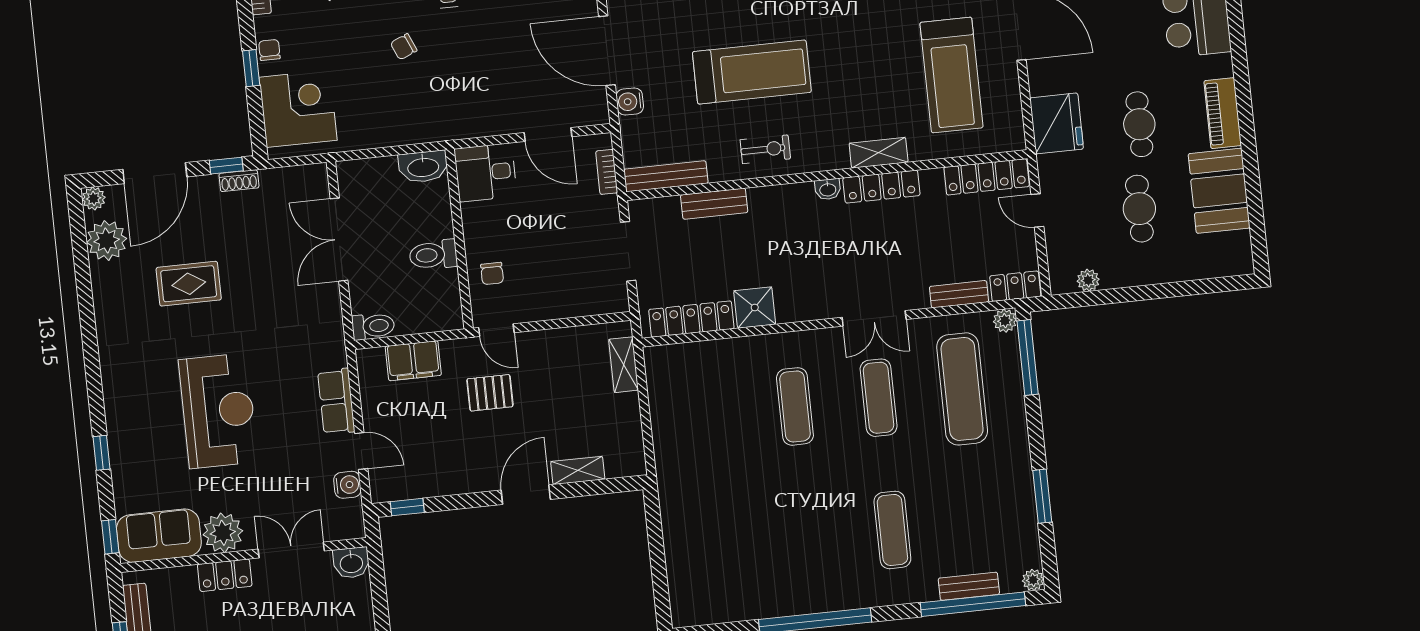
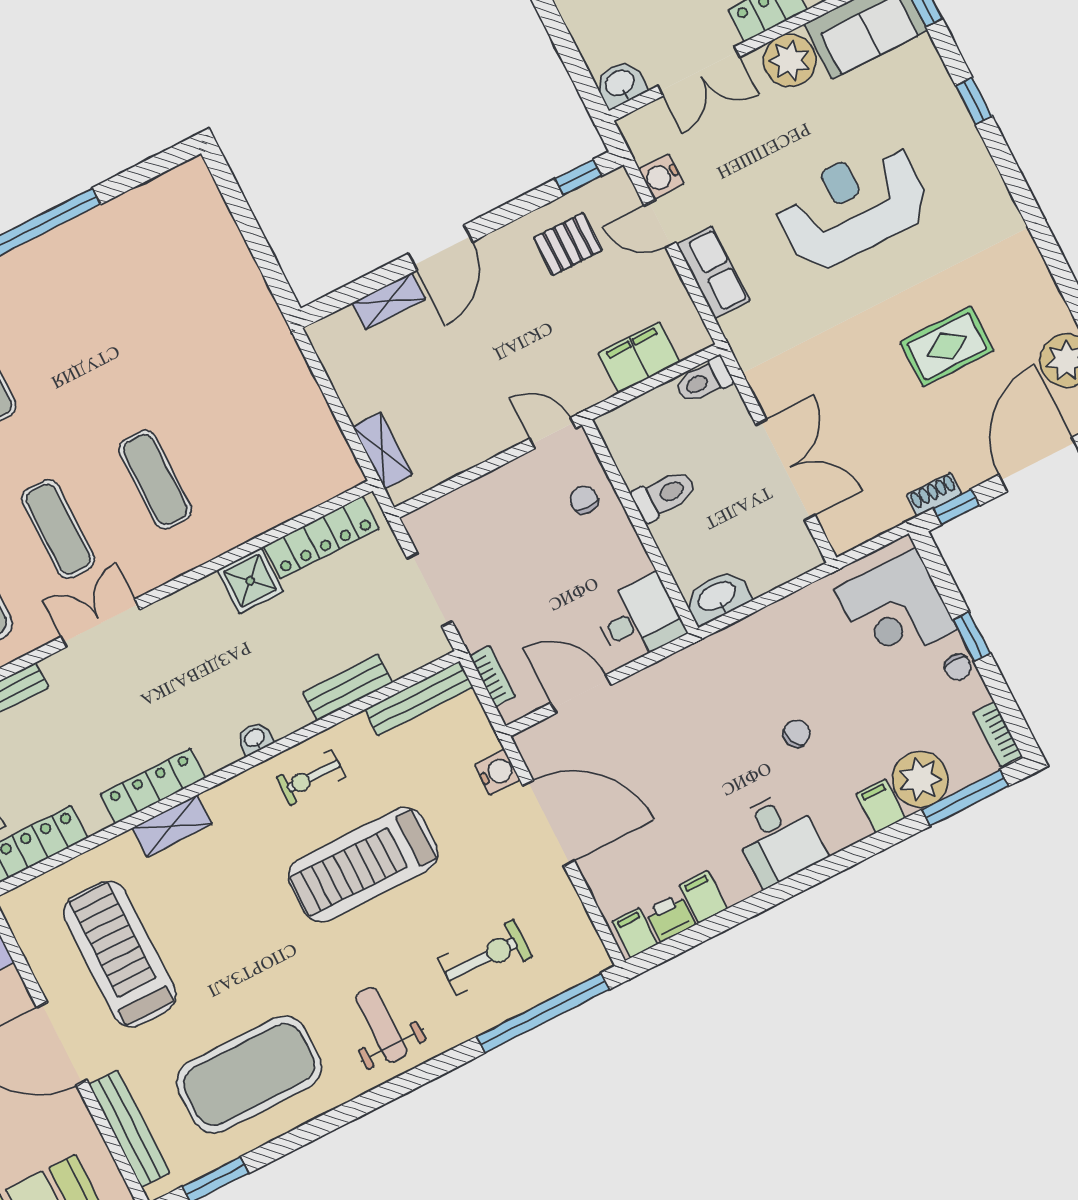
washbasin: (828, 189) -> (255, 739), moved
pallet: (490, 393) -> (568, 244), moved
reception desk: (218, 411) -> (852, 206), turned 90

